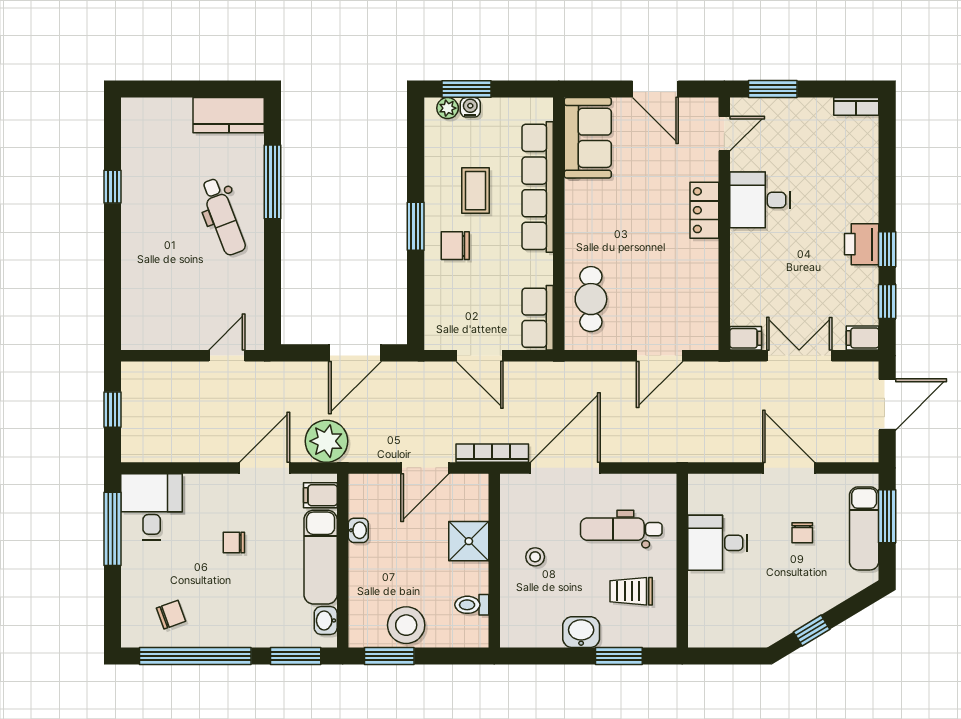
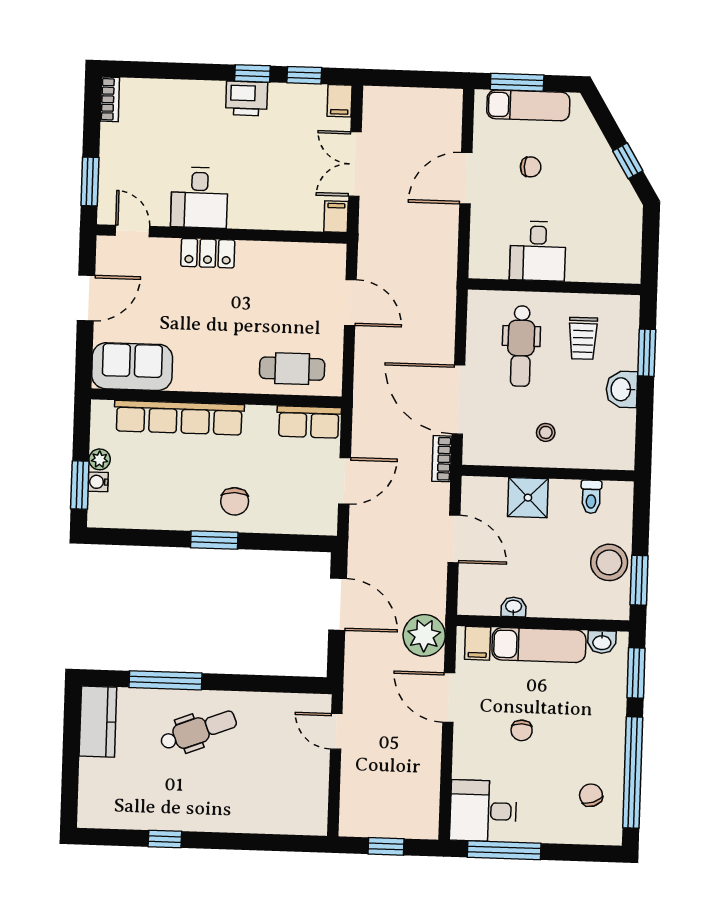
plant: (448, 108) -> (100, 459), moved
coffee table: (476, 191) -> (181, 479), removed
door: (887, 405) -> (406, 79), removed
bookcase: (492, 453) -> (442, 459), width x0.64

